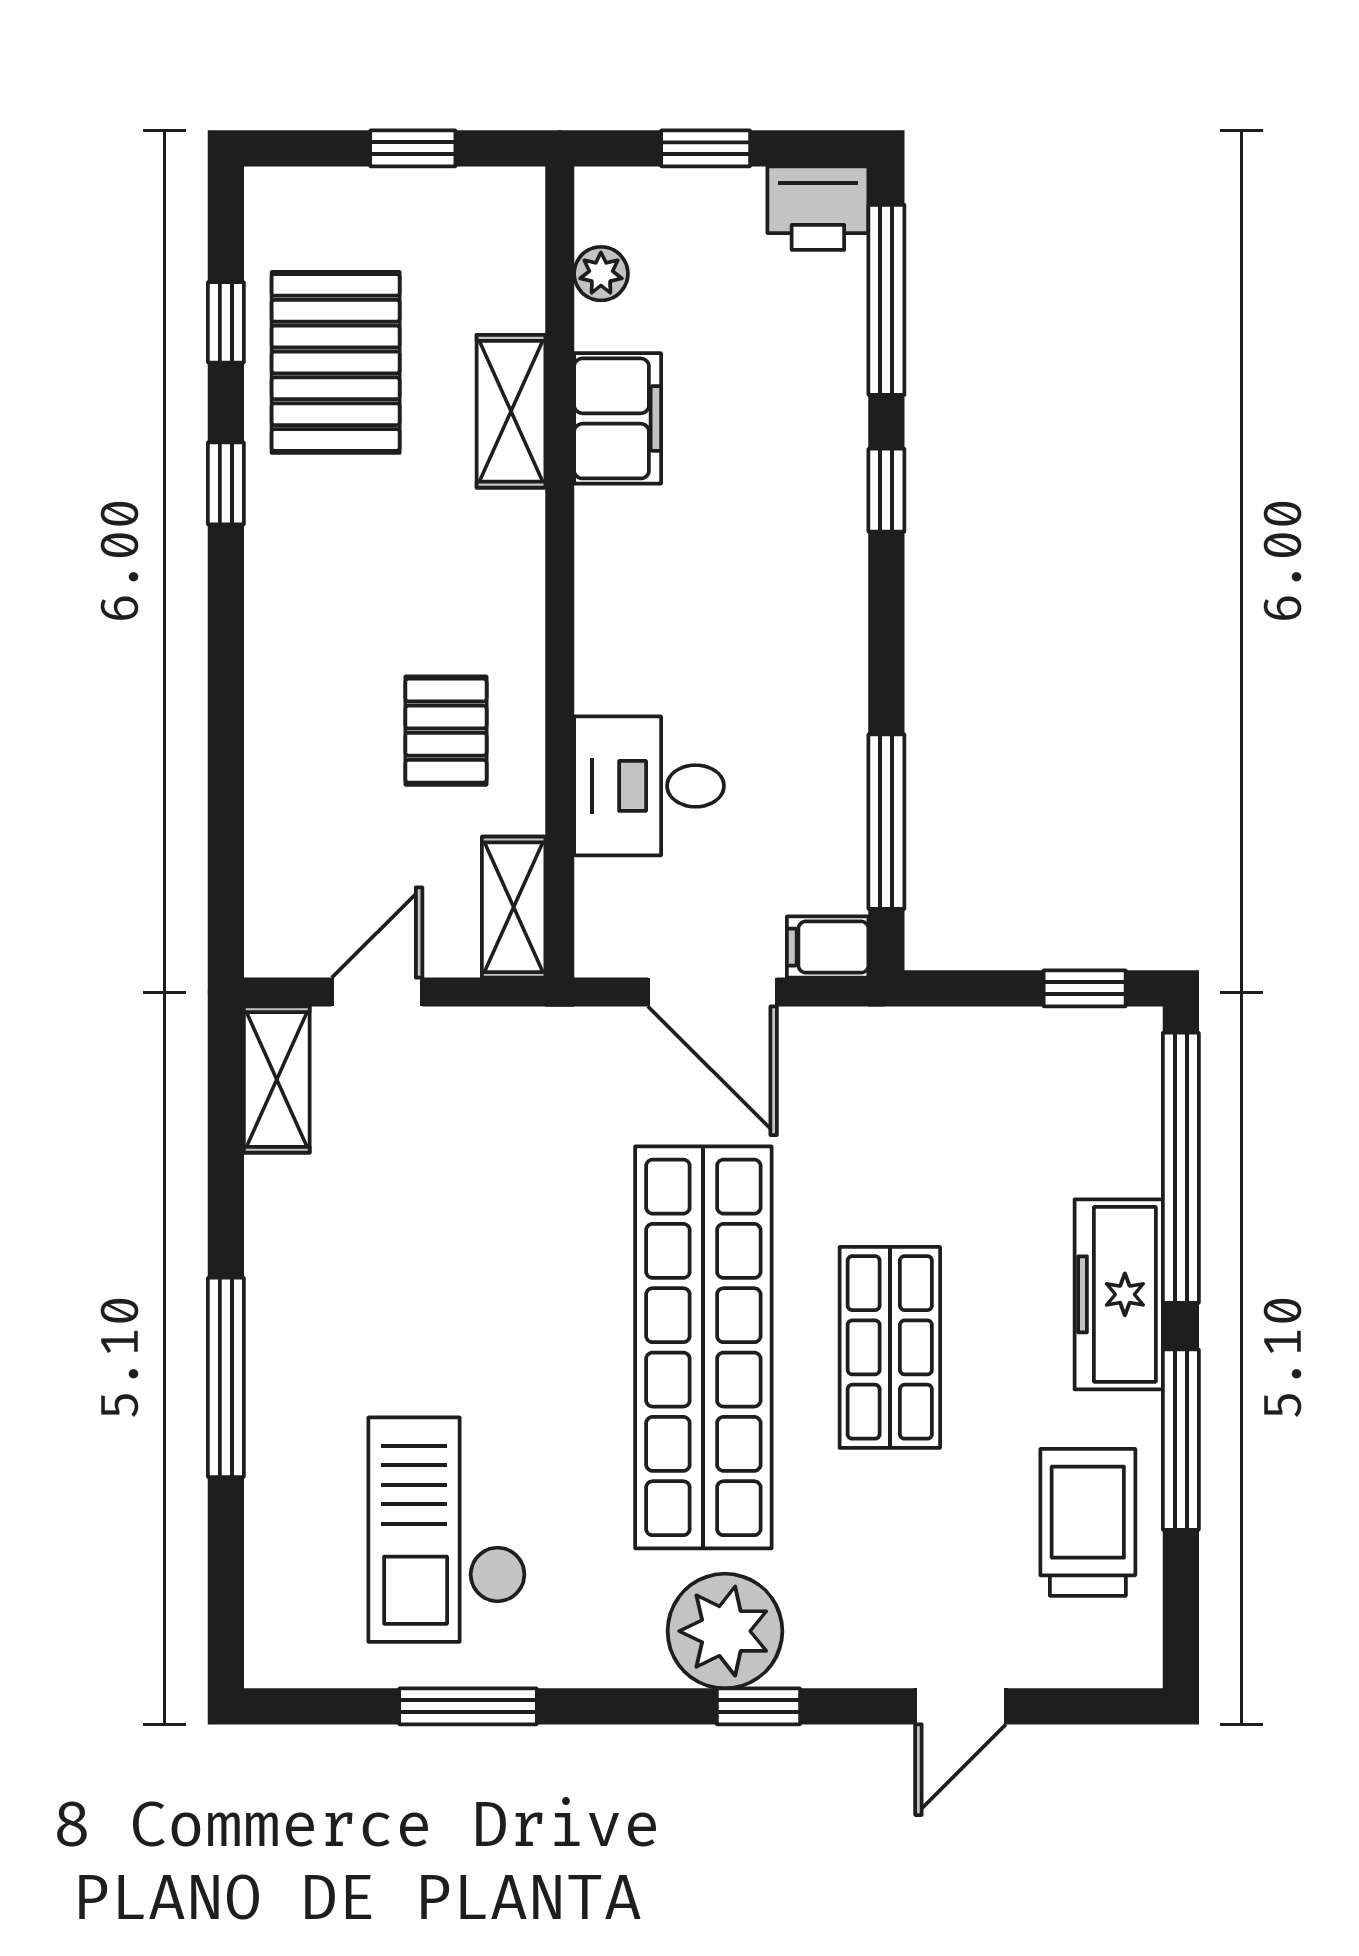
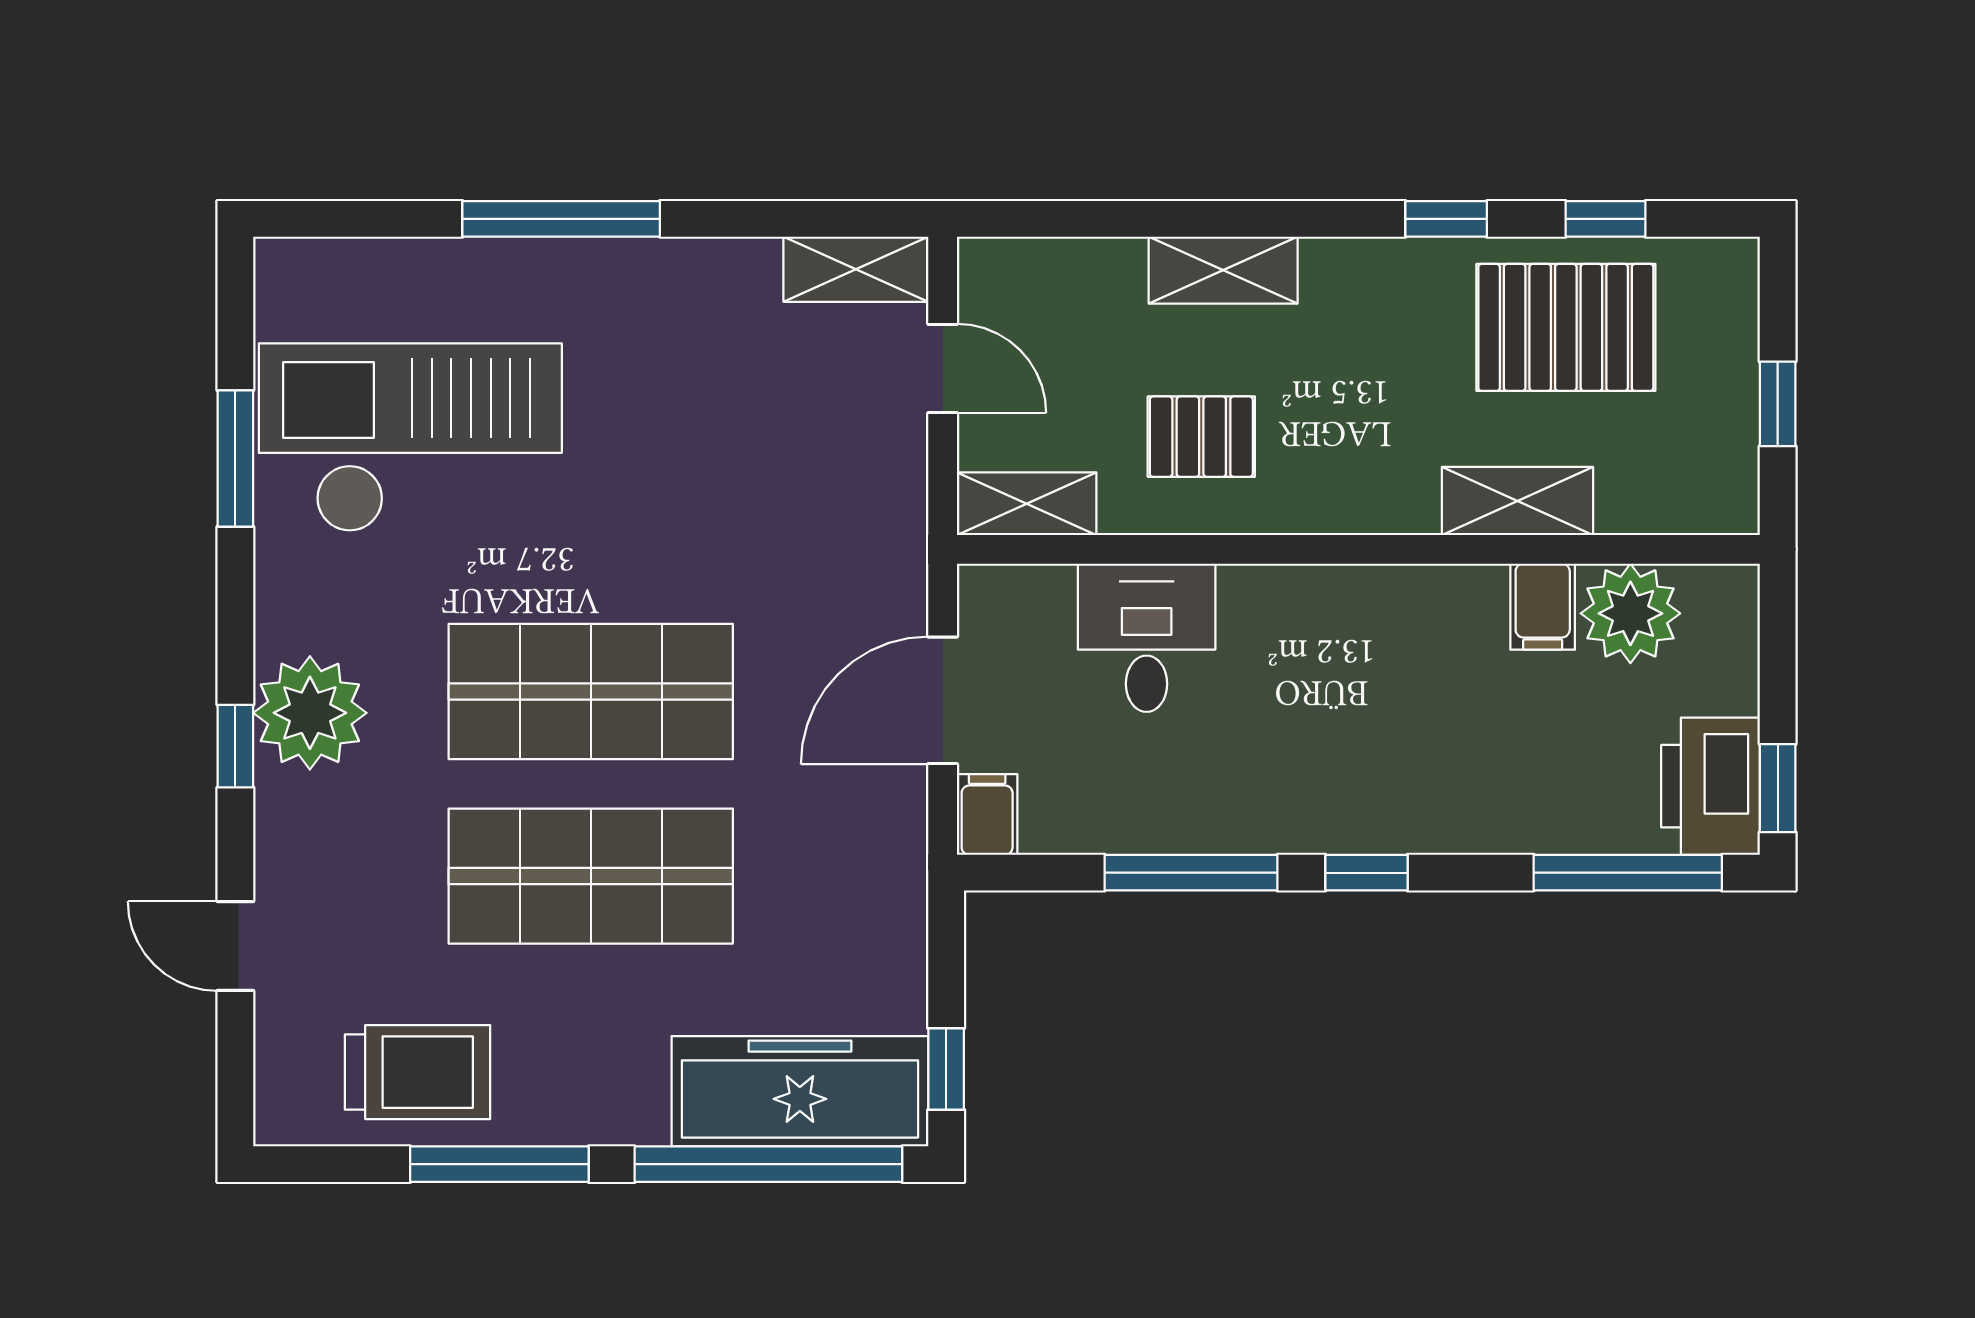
window: (706, 148) -> (1778, 788), moved
printer: (818, 208) -> (1711, 786), width x1.37, depth x1.19
plant: (601, 274) -> (1630, 613), width x1.88, depth x1.88
filing cabinet: (618, 418) -> (1543, 607), width x0.50
window: (886, 490) -> (1366, 873), moved
shelving: (278, 709) -> (1223, 270), added
window: (886, 822) -> (1191, 873), moved
freezer: (1119, 1294) -> (800, 1091), moved, width x1.36, depth x1.26
shop shelf: (703, 1347) -> (591, 691), width x0.71
shop shelf: (890, 1347) -> (591, 876), width x1.43, depth x1.36
checkout: (447, 1530) -> (410, 438), width x1.36, depth x1.21

